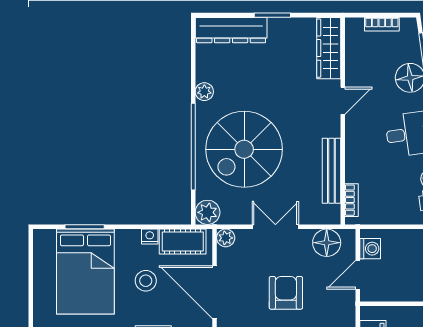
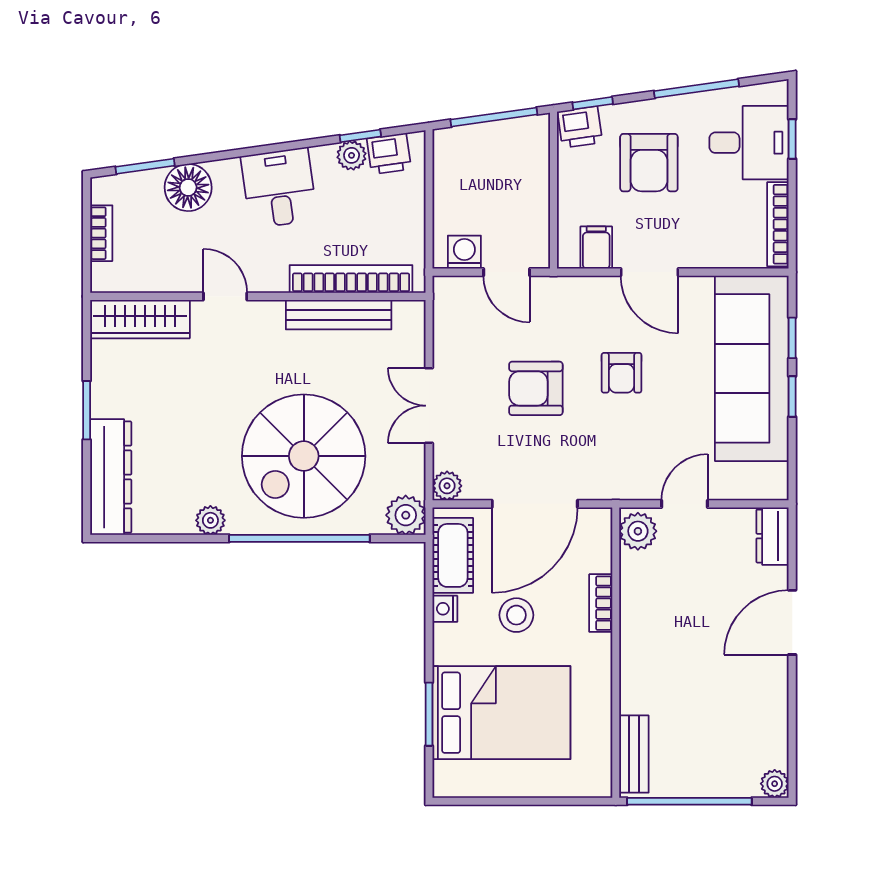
spiral stairs: (244, 149) -> (304, 456), turned 90
bookcase: (351, 200) -> (351, 279), width x2.31, depth x1.31
floor lamp: (327, 243) -> (455, 322), removed

